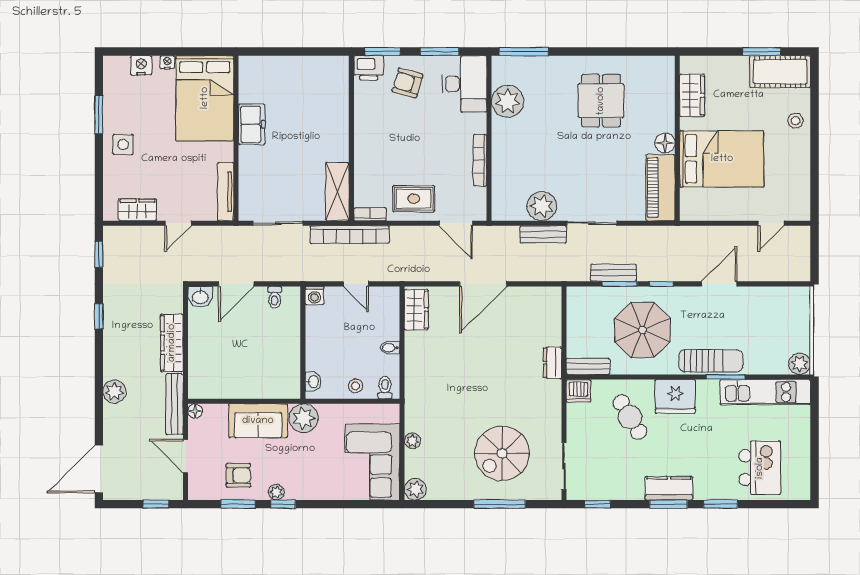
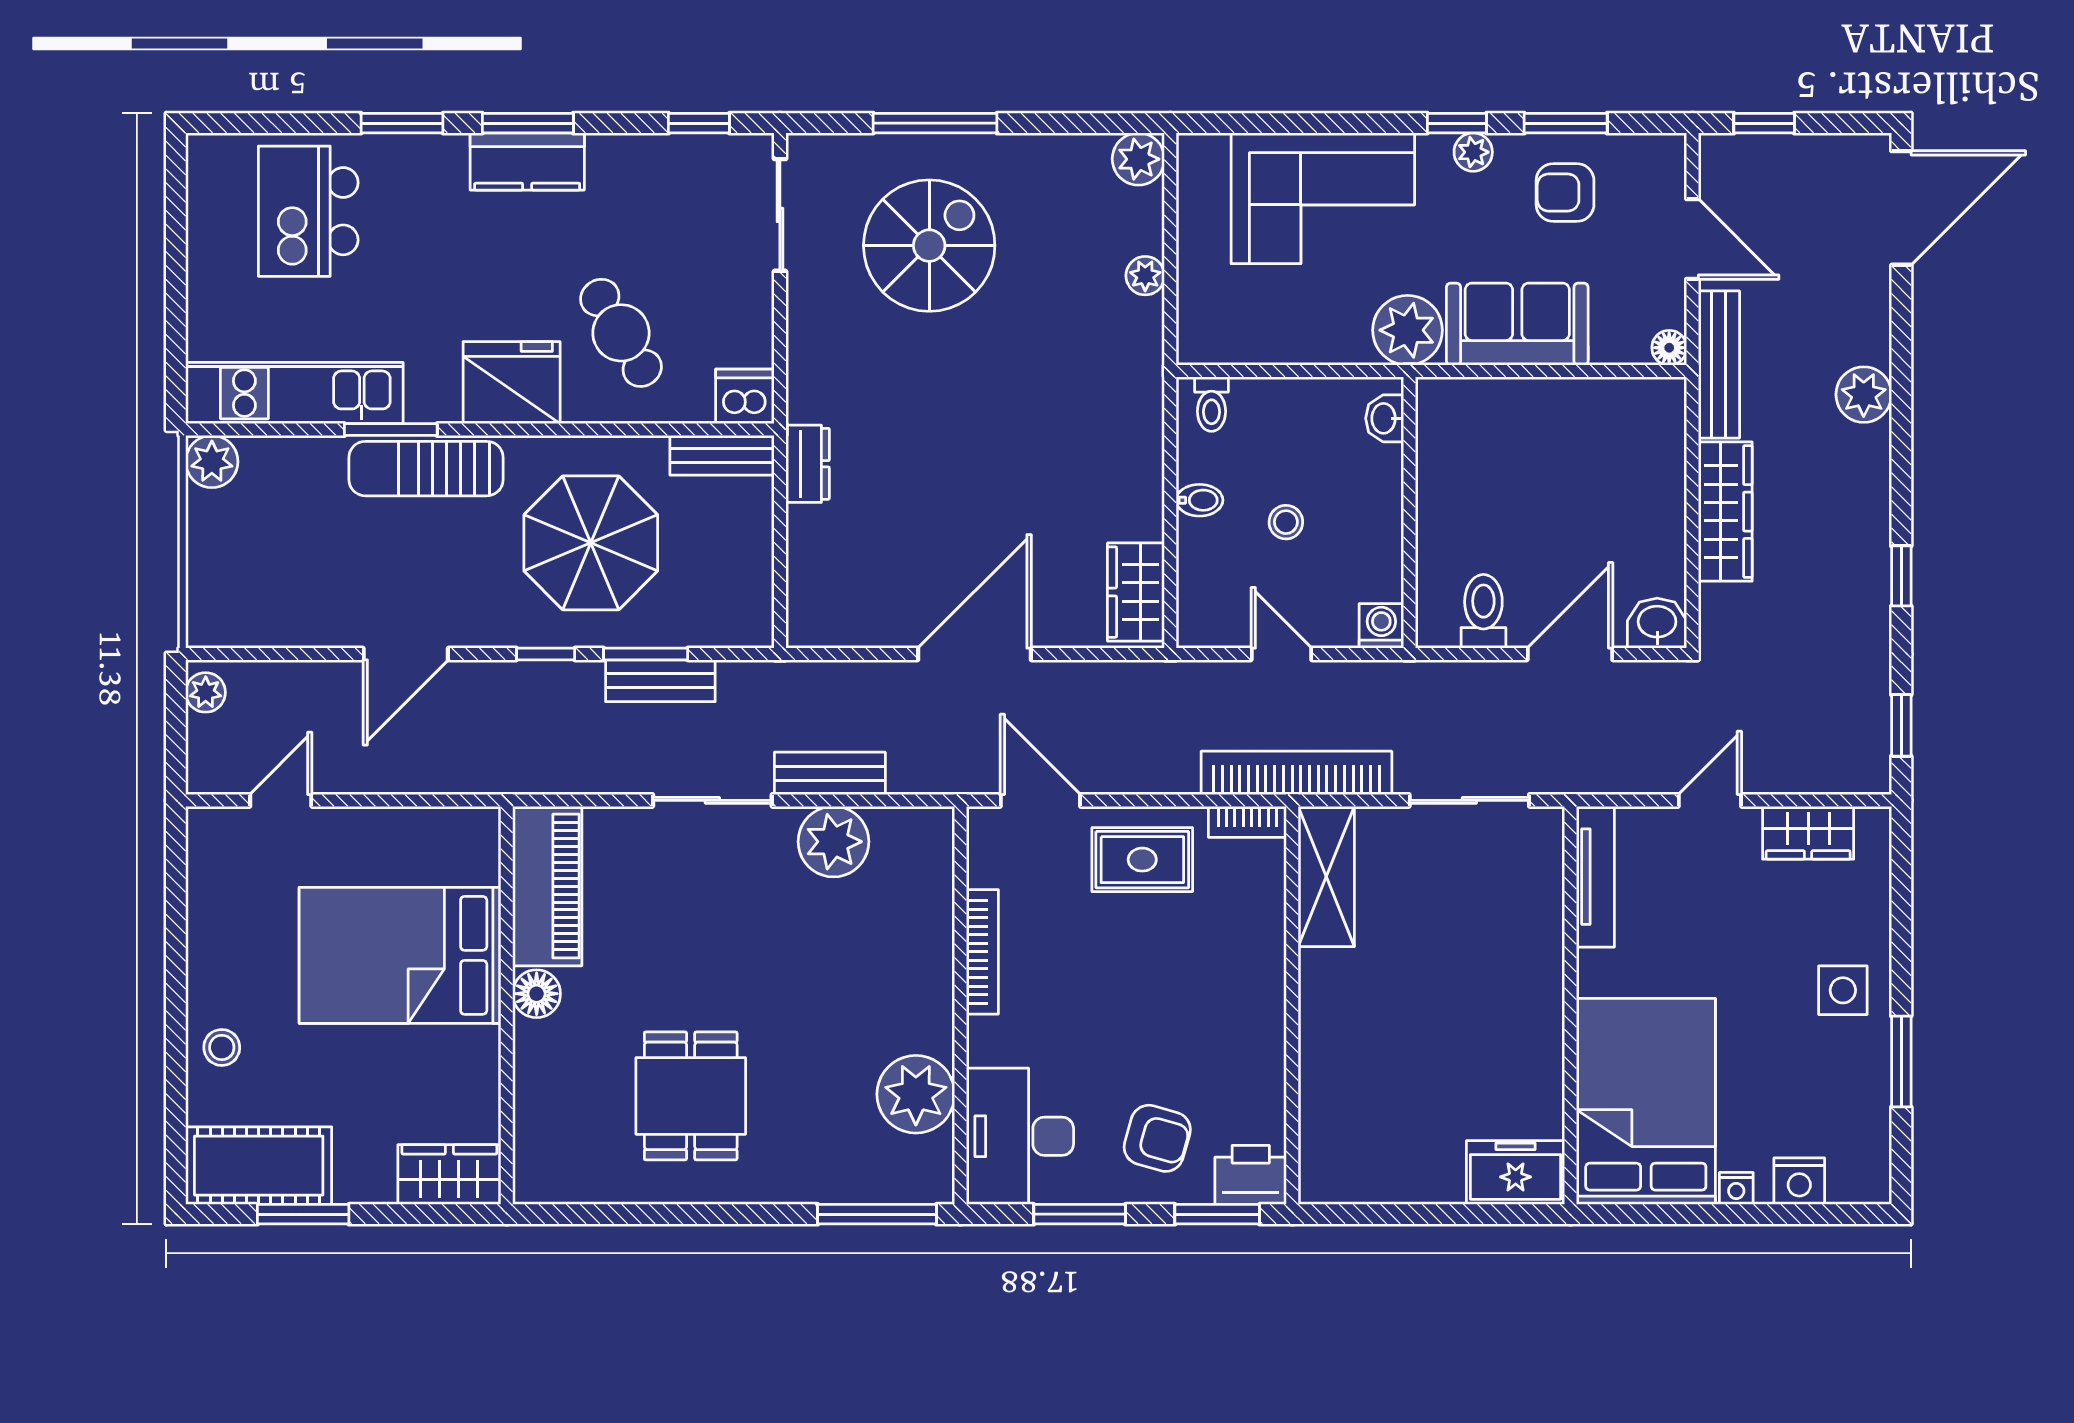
wardrobe: (692, 95) -> (449, 1175), moved, turned 90
freezer: (252, 124) -> (1516, 1172), moved, turned 90
plant: (802, 268) -> (206, 692), added
toilet: (275, 297) -> (1483, 611), width x1.37, depth x1.39
stool: (355, 386) -> (1286, 522), moved
corner sofa: (372, 462) -> (1323, 198), moved, turned 90

